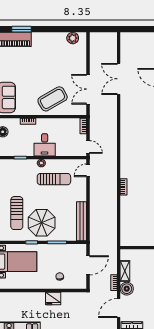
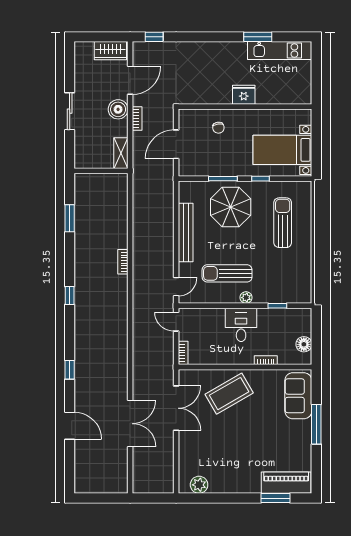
bench: (82, 221) -> (186, 233), moved
parasol: (42, 223) -> (231, 207), moved
shelving: (125, 271) -> (121, 153), moved
fridge: (53, 298) -> (244, 95), moved

